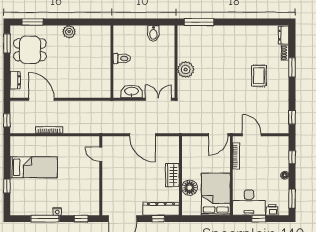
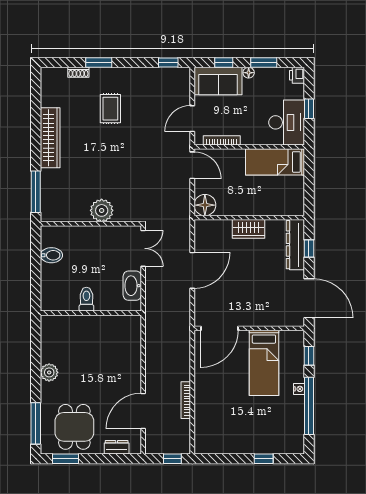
window: (32, 22) -> (36, 423), width x1.44
wardrobe: (238, 32) -> (50, 138), added
dresser: (284, 35) -> (54, 74), removed
rug: (259, 76) -> (110, 109), turned 90
double door: (158, 99) -> (143, 248), swing flipped
sofa: (279, 153) -> (218, 81), added
door: (101, 154) -> (220, 328), width x1.87
bed: (34, 167) -> (264, 363), moved, turned 180
floor lamp: (190, 188) -> (205, 205), moved
bed: (216, 194) -> (275, 162), width x0.67
window: (292, 199) -> (264, 63), moved
printer: (272, 210) -> (297, 75), moved
window: (45, 219) -> (309, 406), width x1.46

